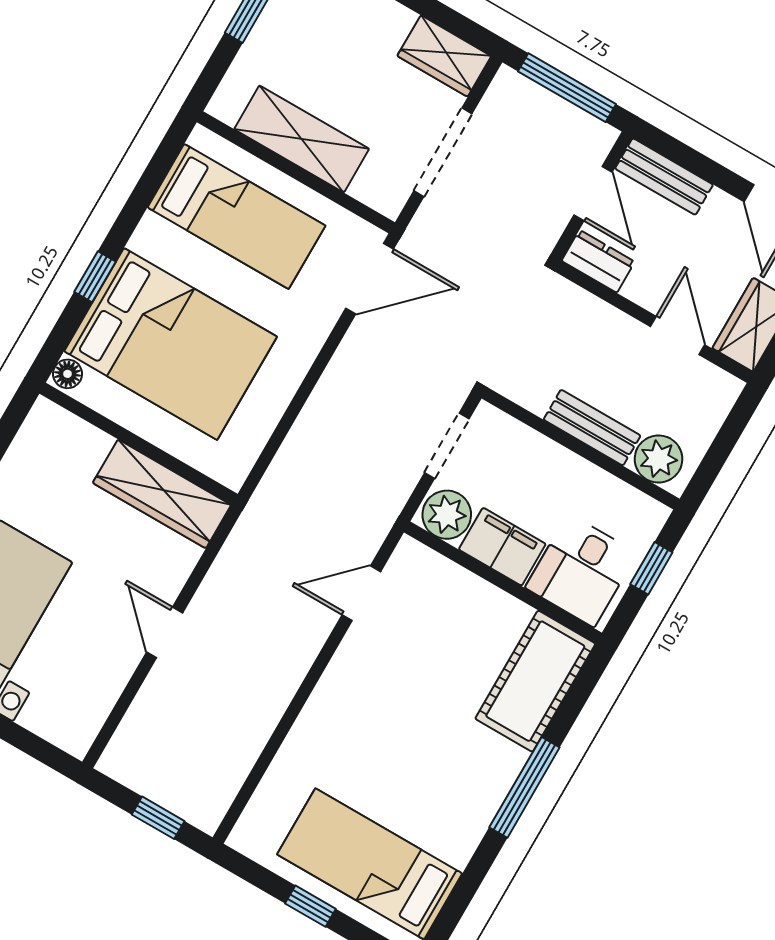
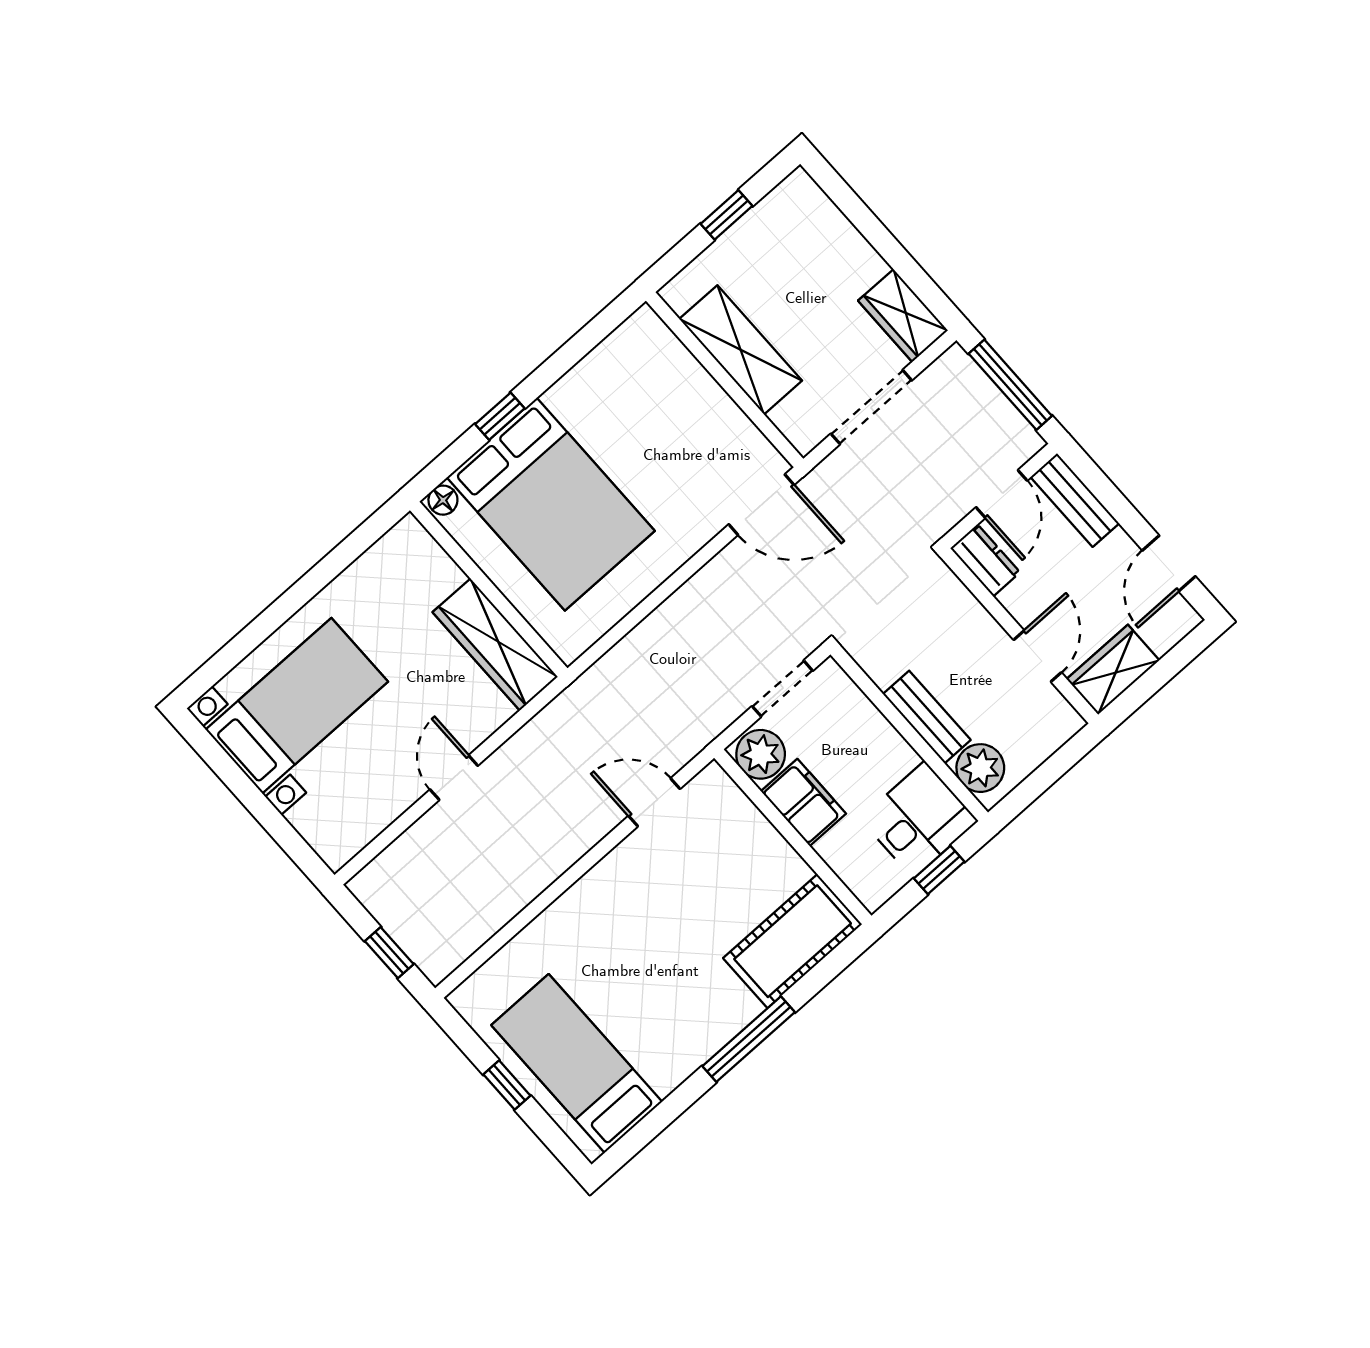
bed: (236, 216) -> (654, 403), removed
desk: (581, 570) -> (919, 820), moved, turned 180

